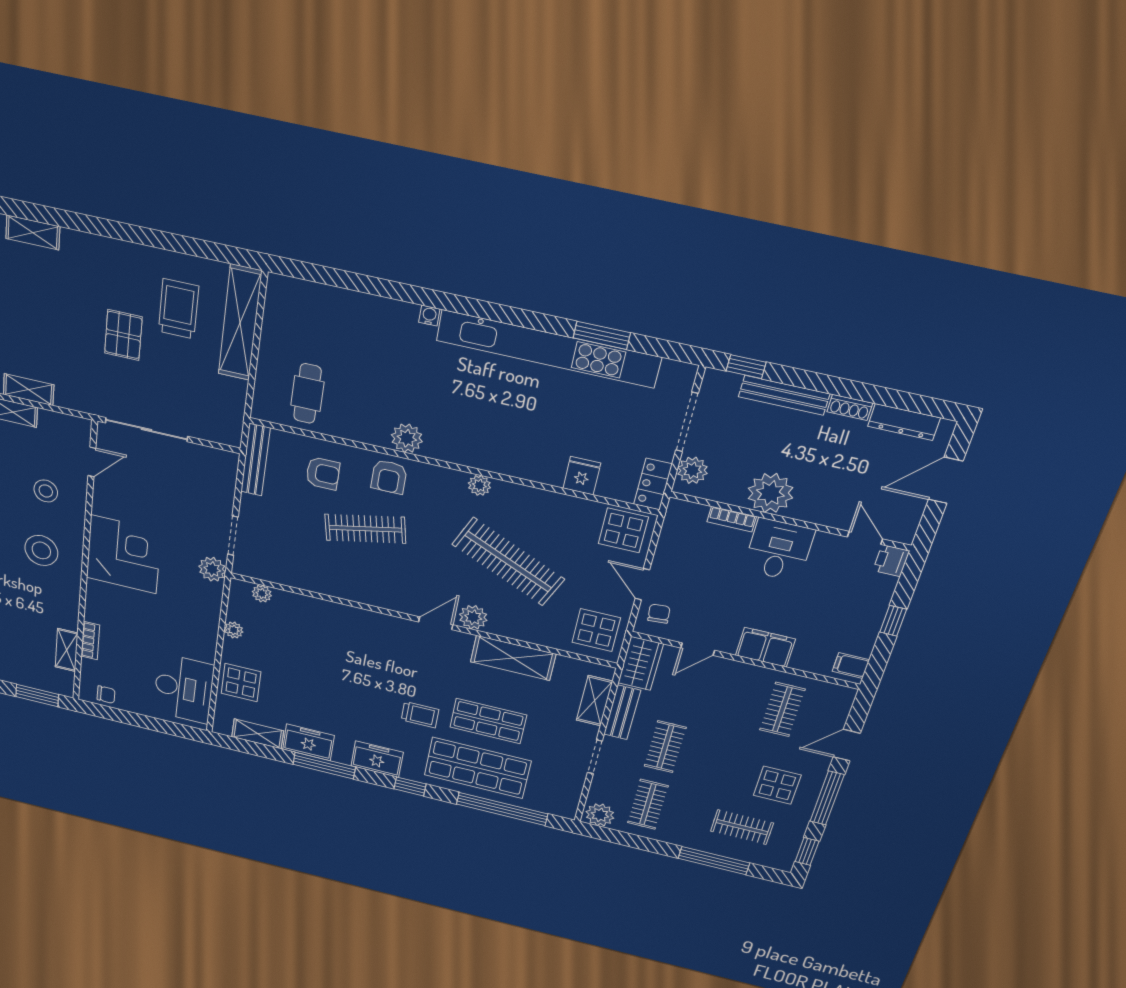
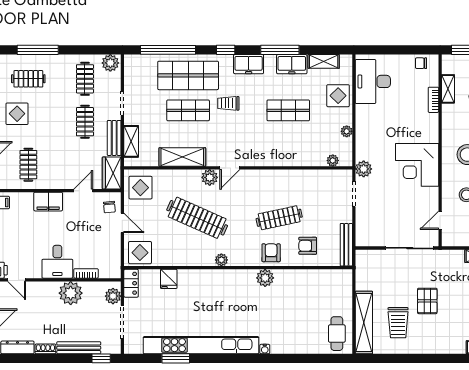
cafe table: (307, 393) -> (337, 334), moved
shop shelf: (324, 682) -> (288, 110), added

